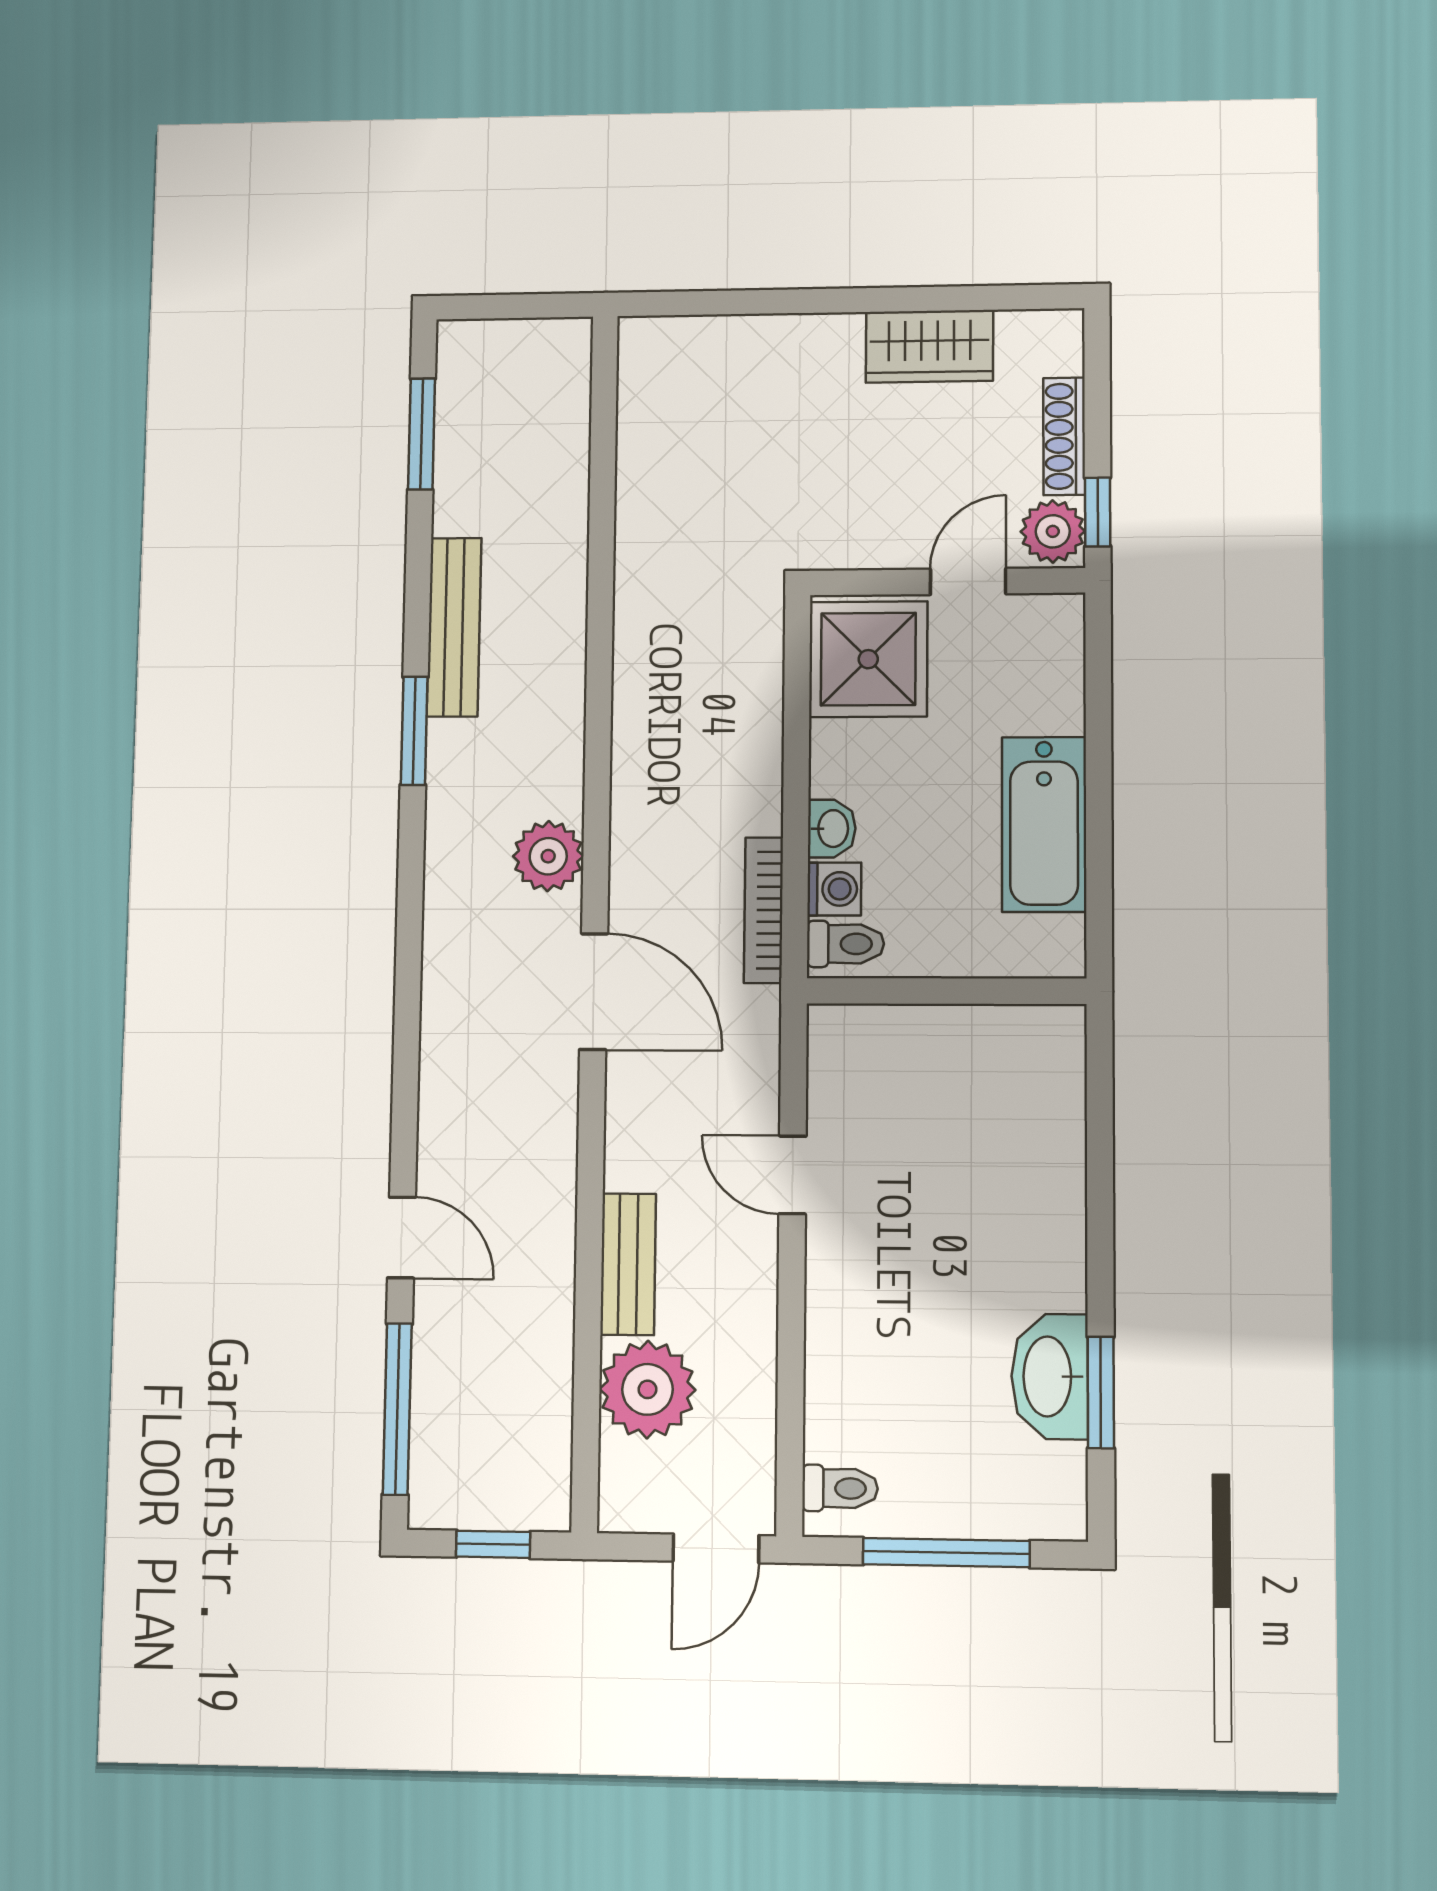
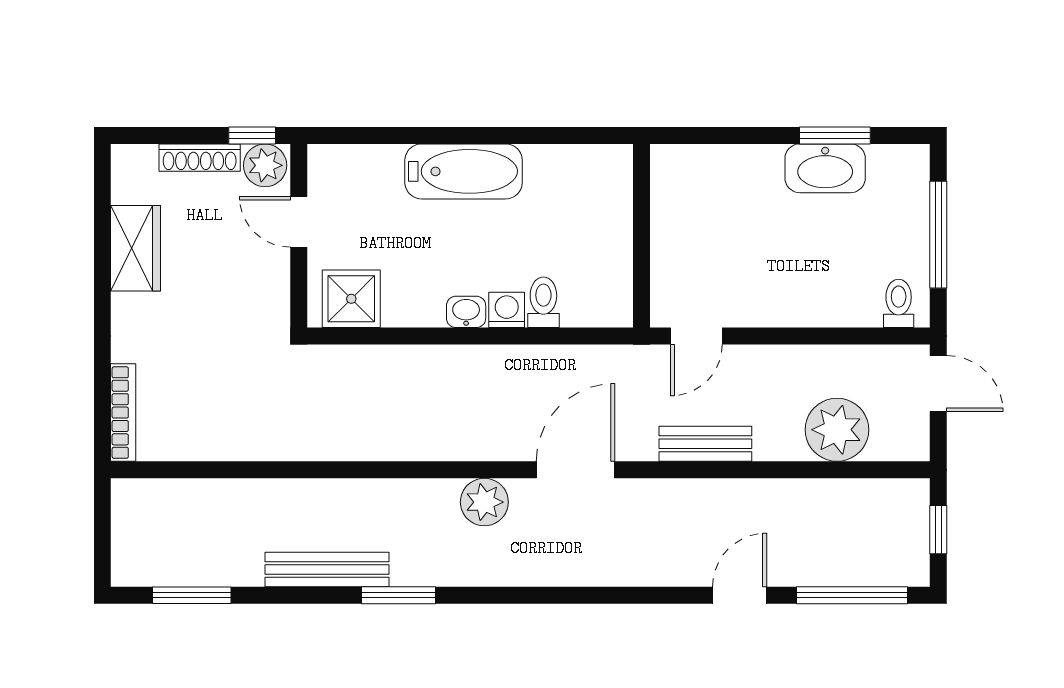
shower: (868, 659) -> (351, 299), width x0.73, depth x0.73
bookcase: (764, 910) -> (123, 413), moved, turned -90
wall: (946, 991) -> (642, 236), moved
bench: (628, 1264) -> (705, 444), moved

